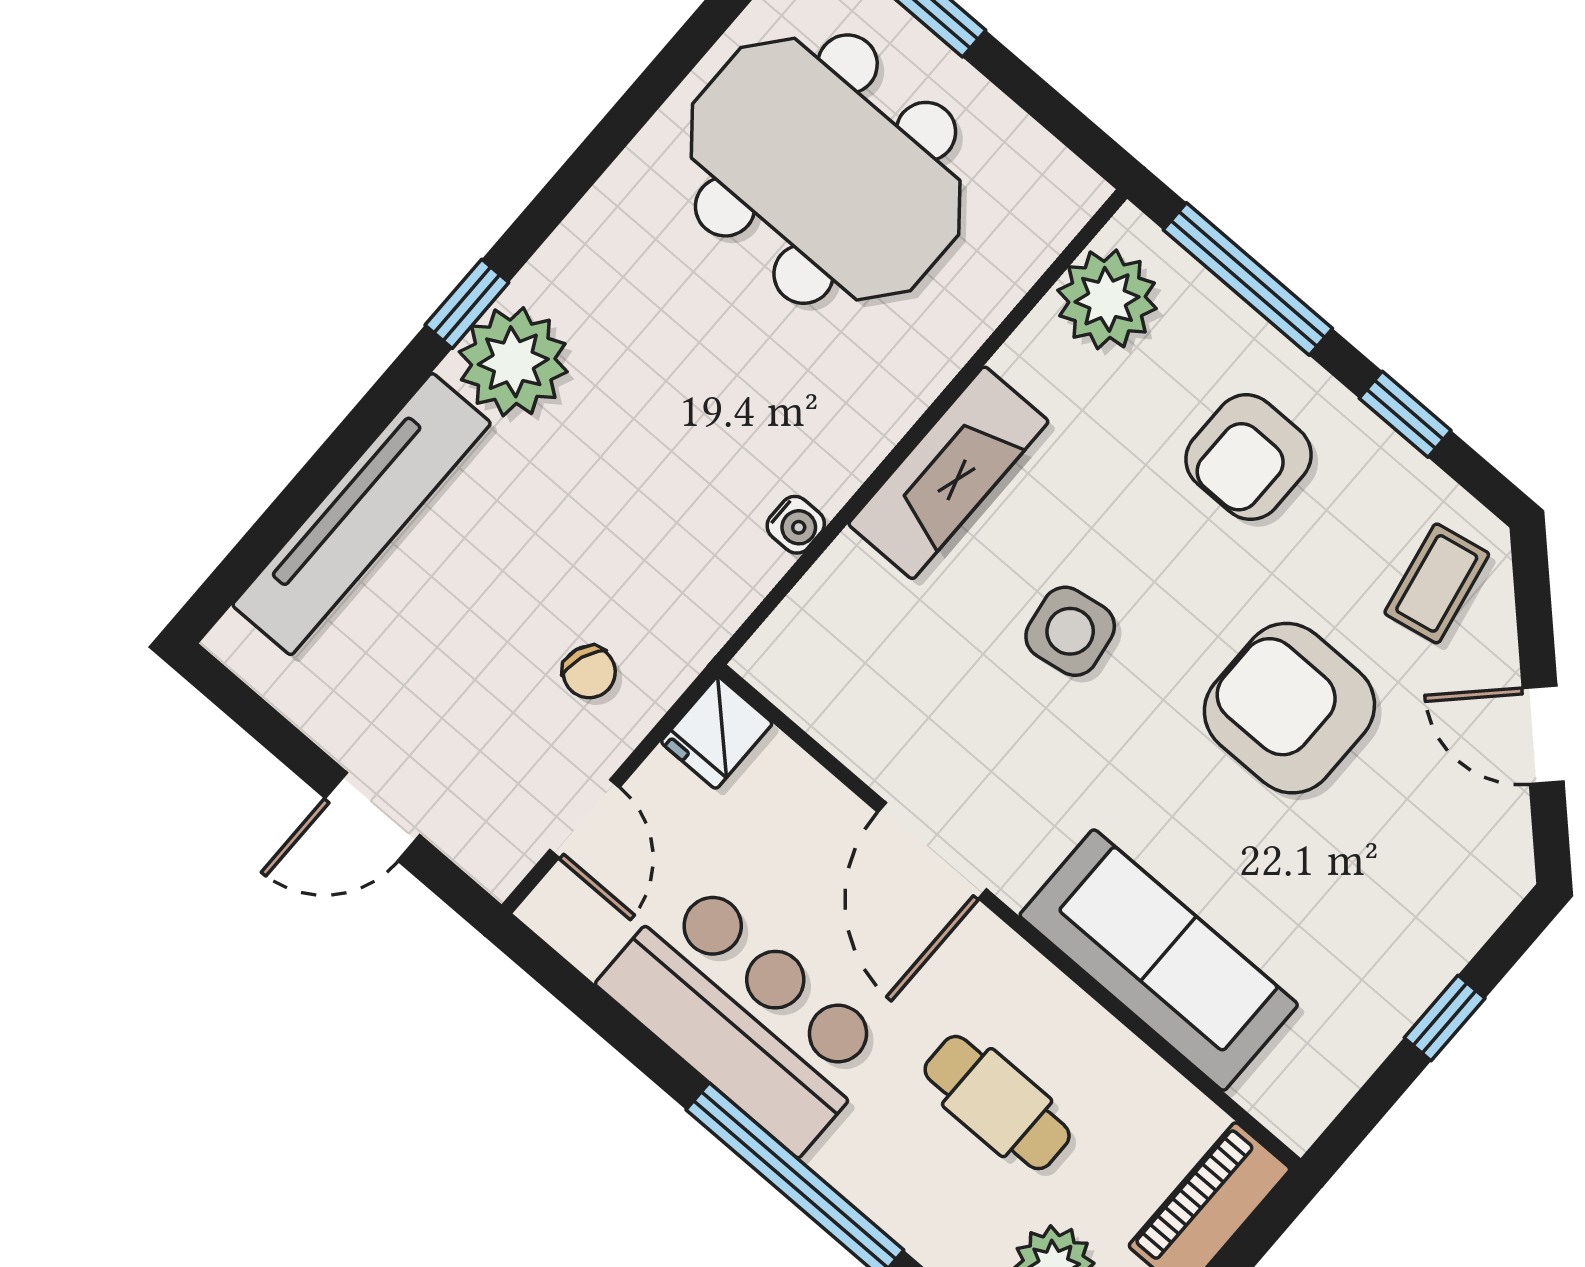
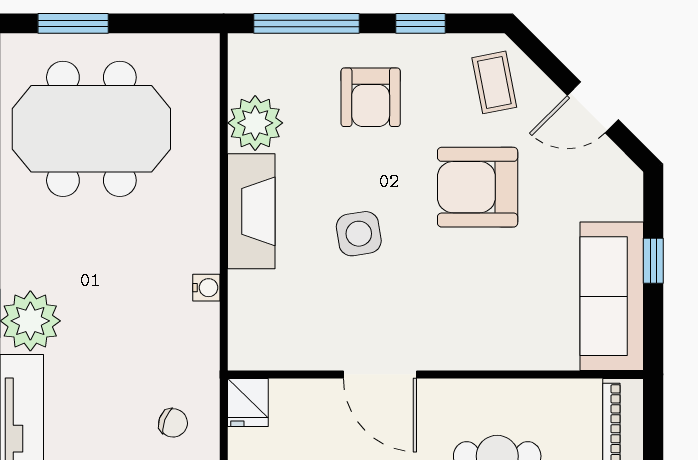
plant: (1107, 299) -> (255, 123), moved
sofa: (1159, 960) -> (612, 296), moved, turned -90

